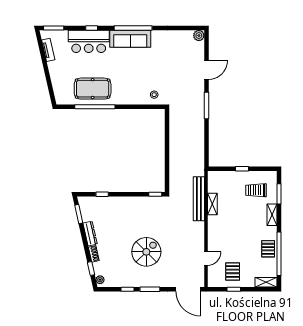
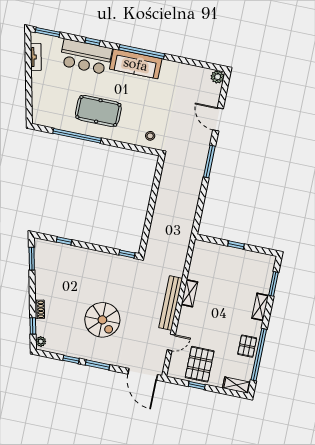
door: (206, 70) -> (218, 119), swing flipped
pool table: (93, 89) -> (98, 111), moved
trolley: (256, 190) -> (247, 274), removed
bench: (199, 199) -> (171, 303), moved
shelving: (212, 204) -> (189, 293), moved
dresser: (90, 234) -> (40, 284), removed
spiral stairs: (146, 252) -> (102, 320), turned 90
pallet: (233, 271) -> (200, 364), width x1.50, depth x1.42

